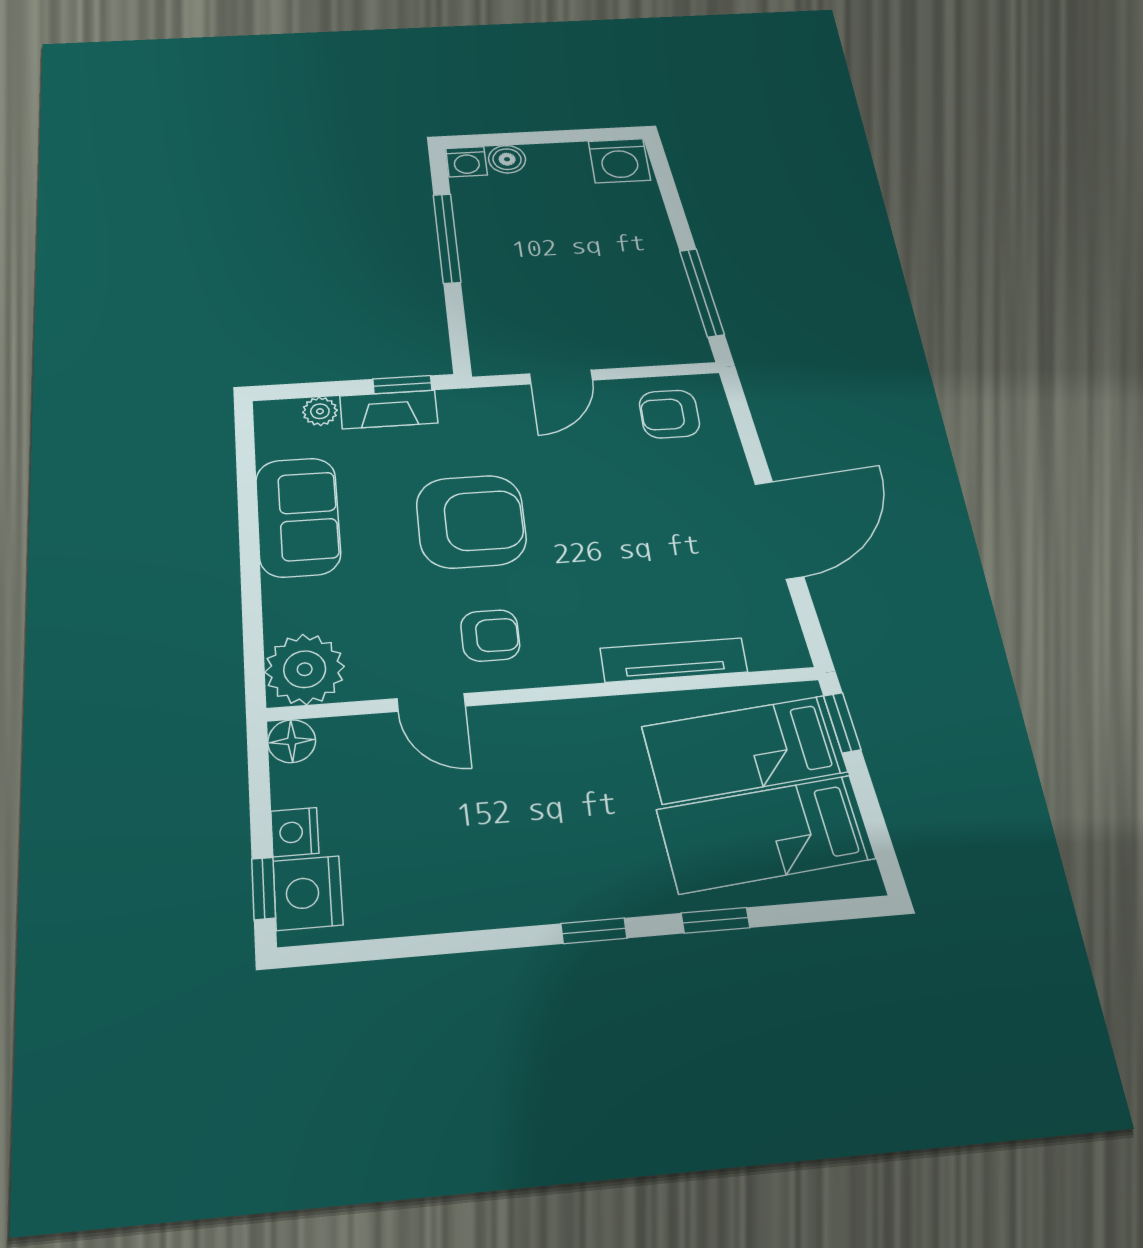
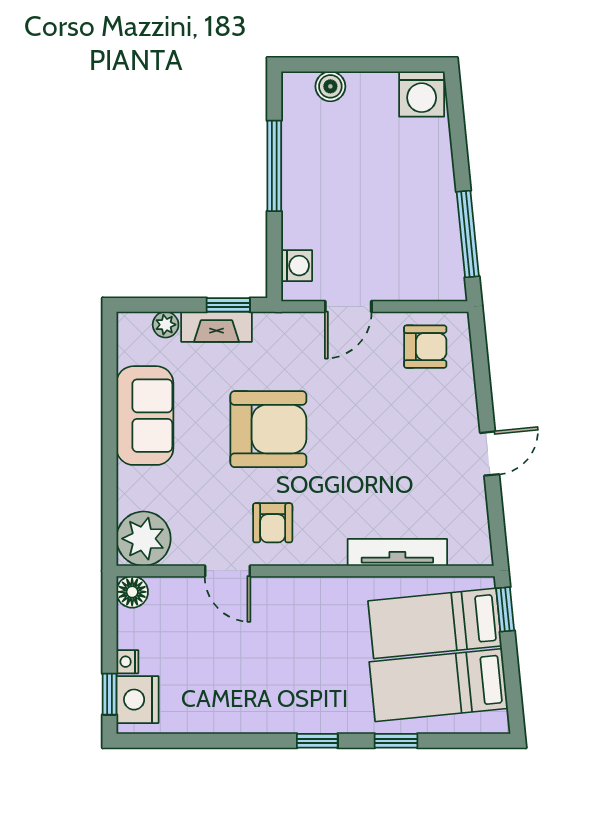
washing machine: (467, 162) -> (297, 266), moved, turned -90
armchair: (669, 414) -> (425, 347), turned 180
door: (779, 530) -> (490, 454), width x0.53
armchair: (490, 635) -> (273, 523), turned 90
nightstand: (295, 832) -> (127, 662), width x0.72, depth x0.74

